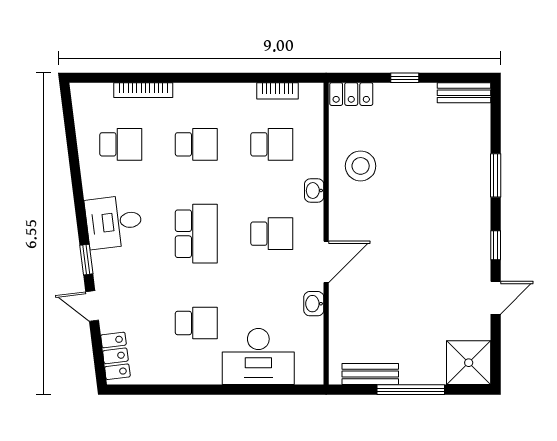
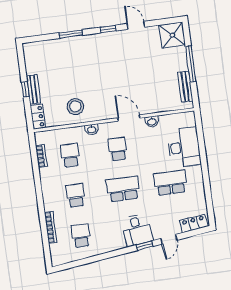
bench: (464, 93) -> (33, 89), moved
desk: (114, 222) -> (137, 230), moved
school desk: (196, 323) -> (170, 183), width x1.85

